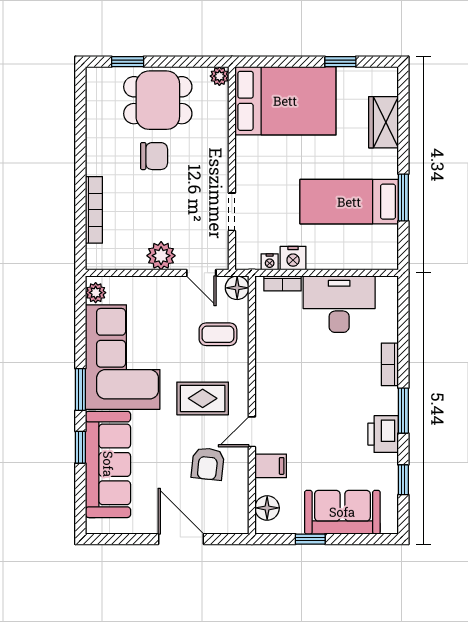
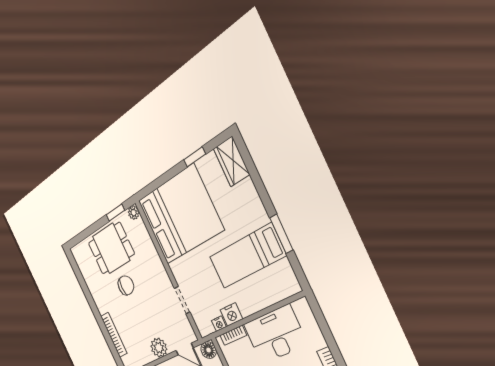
window: (128, 62) -> (115, 213), moved
bed: (285, 101) -> (180, 215), width x1.36
wardrobe: (384, 122) -> (232, 162), moved

